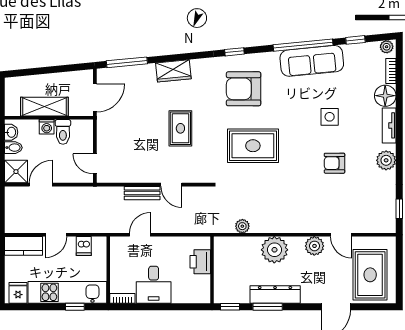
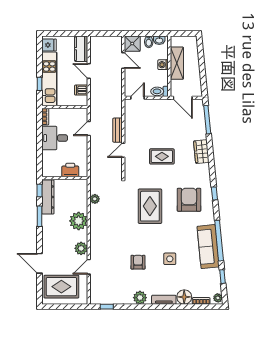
toilet: (63, 132) -> (159, 91), moved
door: (140, 235) -> (89, 129), swing flipped
dresser: (275, 294) -> (48, 197), moved

